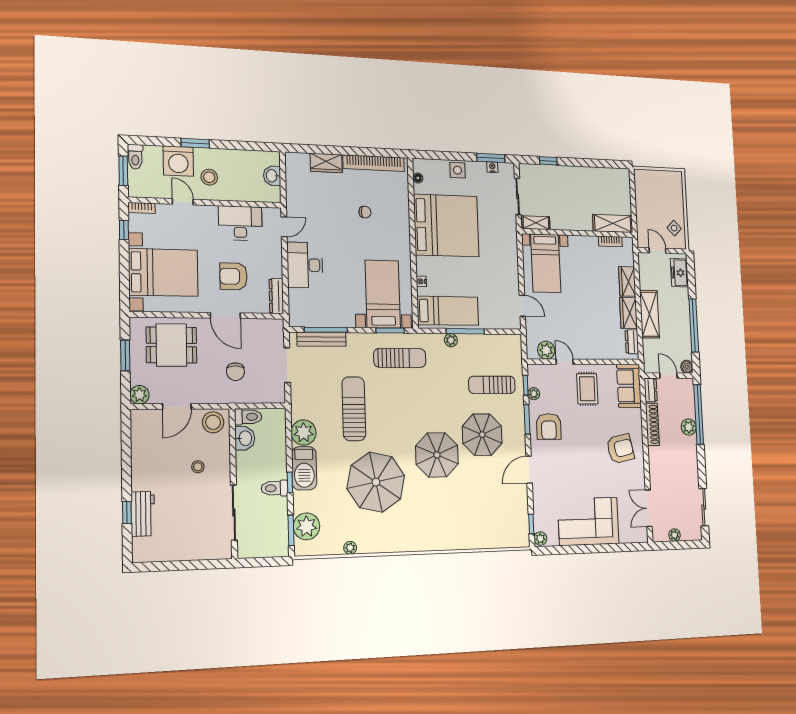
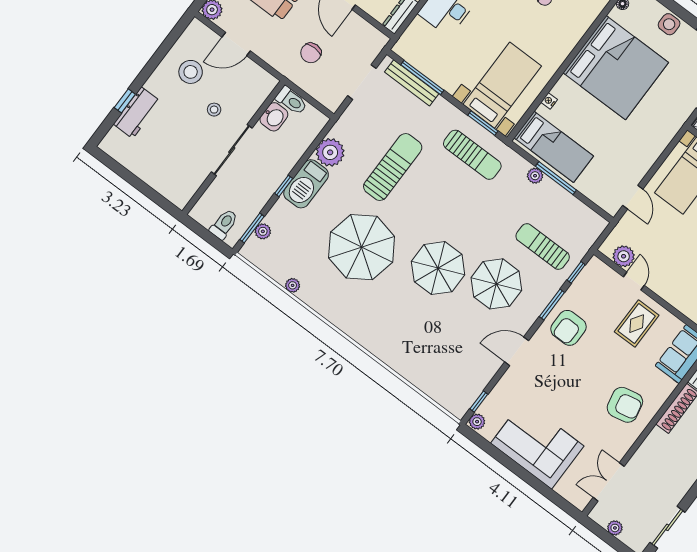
plant: (534, 394) -> (578, 286), removed
stool: (213, 422) -> (191, 72), moved
toilet: (274, 488) -> (224, 224), moved, turned 90
sliding door: (234, 513) -> (232, 150), moved
plant: (306, 526) -> (263, 231), width x0.53, depth x0.53

